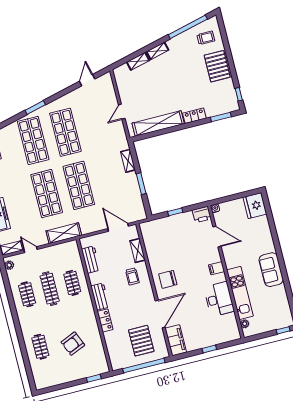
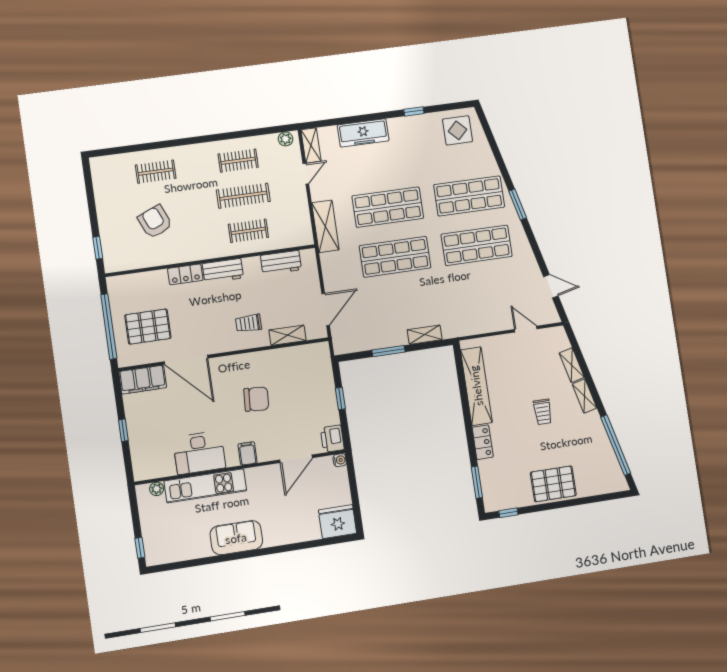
trolley: (206, 38) -> (543, 412), moved
door: (122, 112) -> (526, 329), moved
chair: (168, 279) -> (256, 399), moved, turned 94

